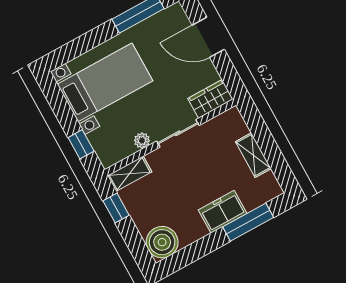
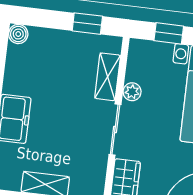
shelving: (130, 174) -> (108, 77), moved
boiler: (162, 242) -> (18, 34), width x0.54, depth x0.54

